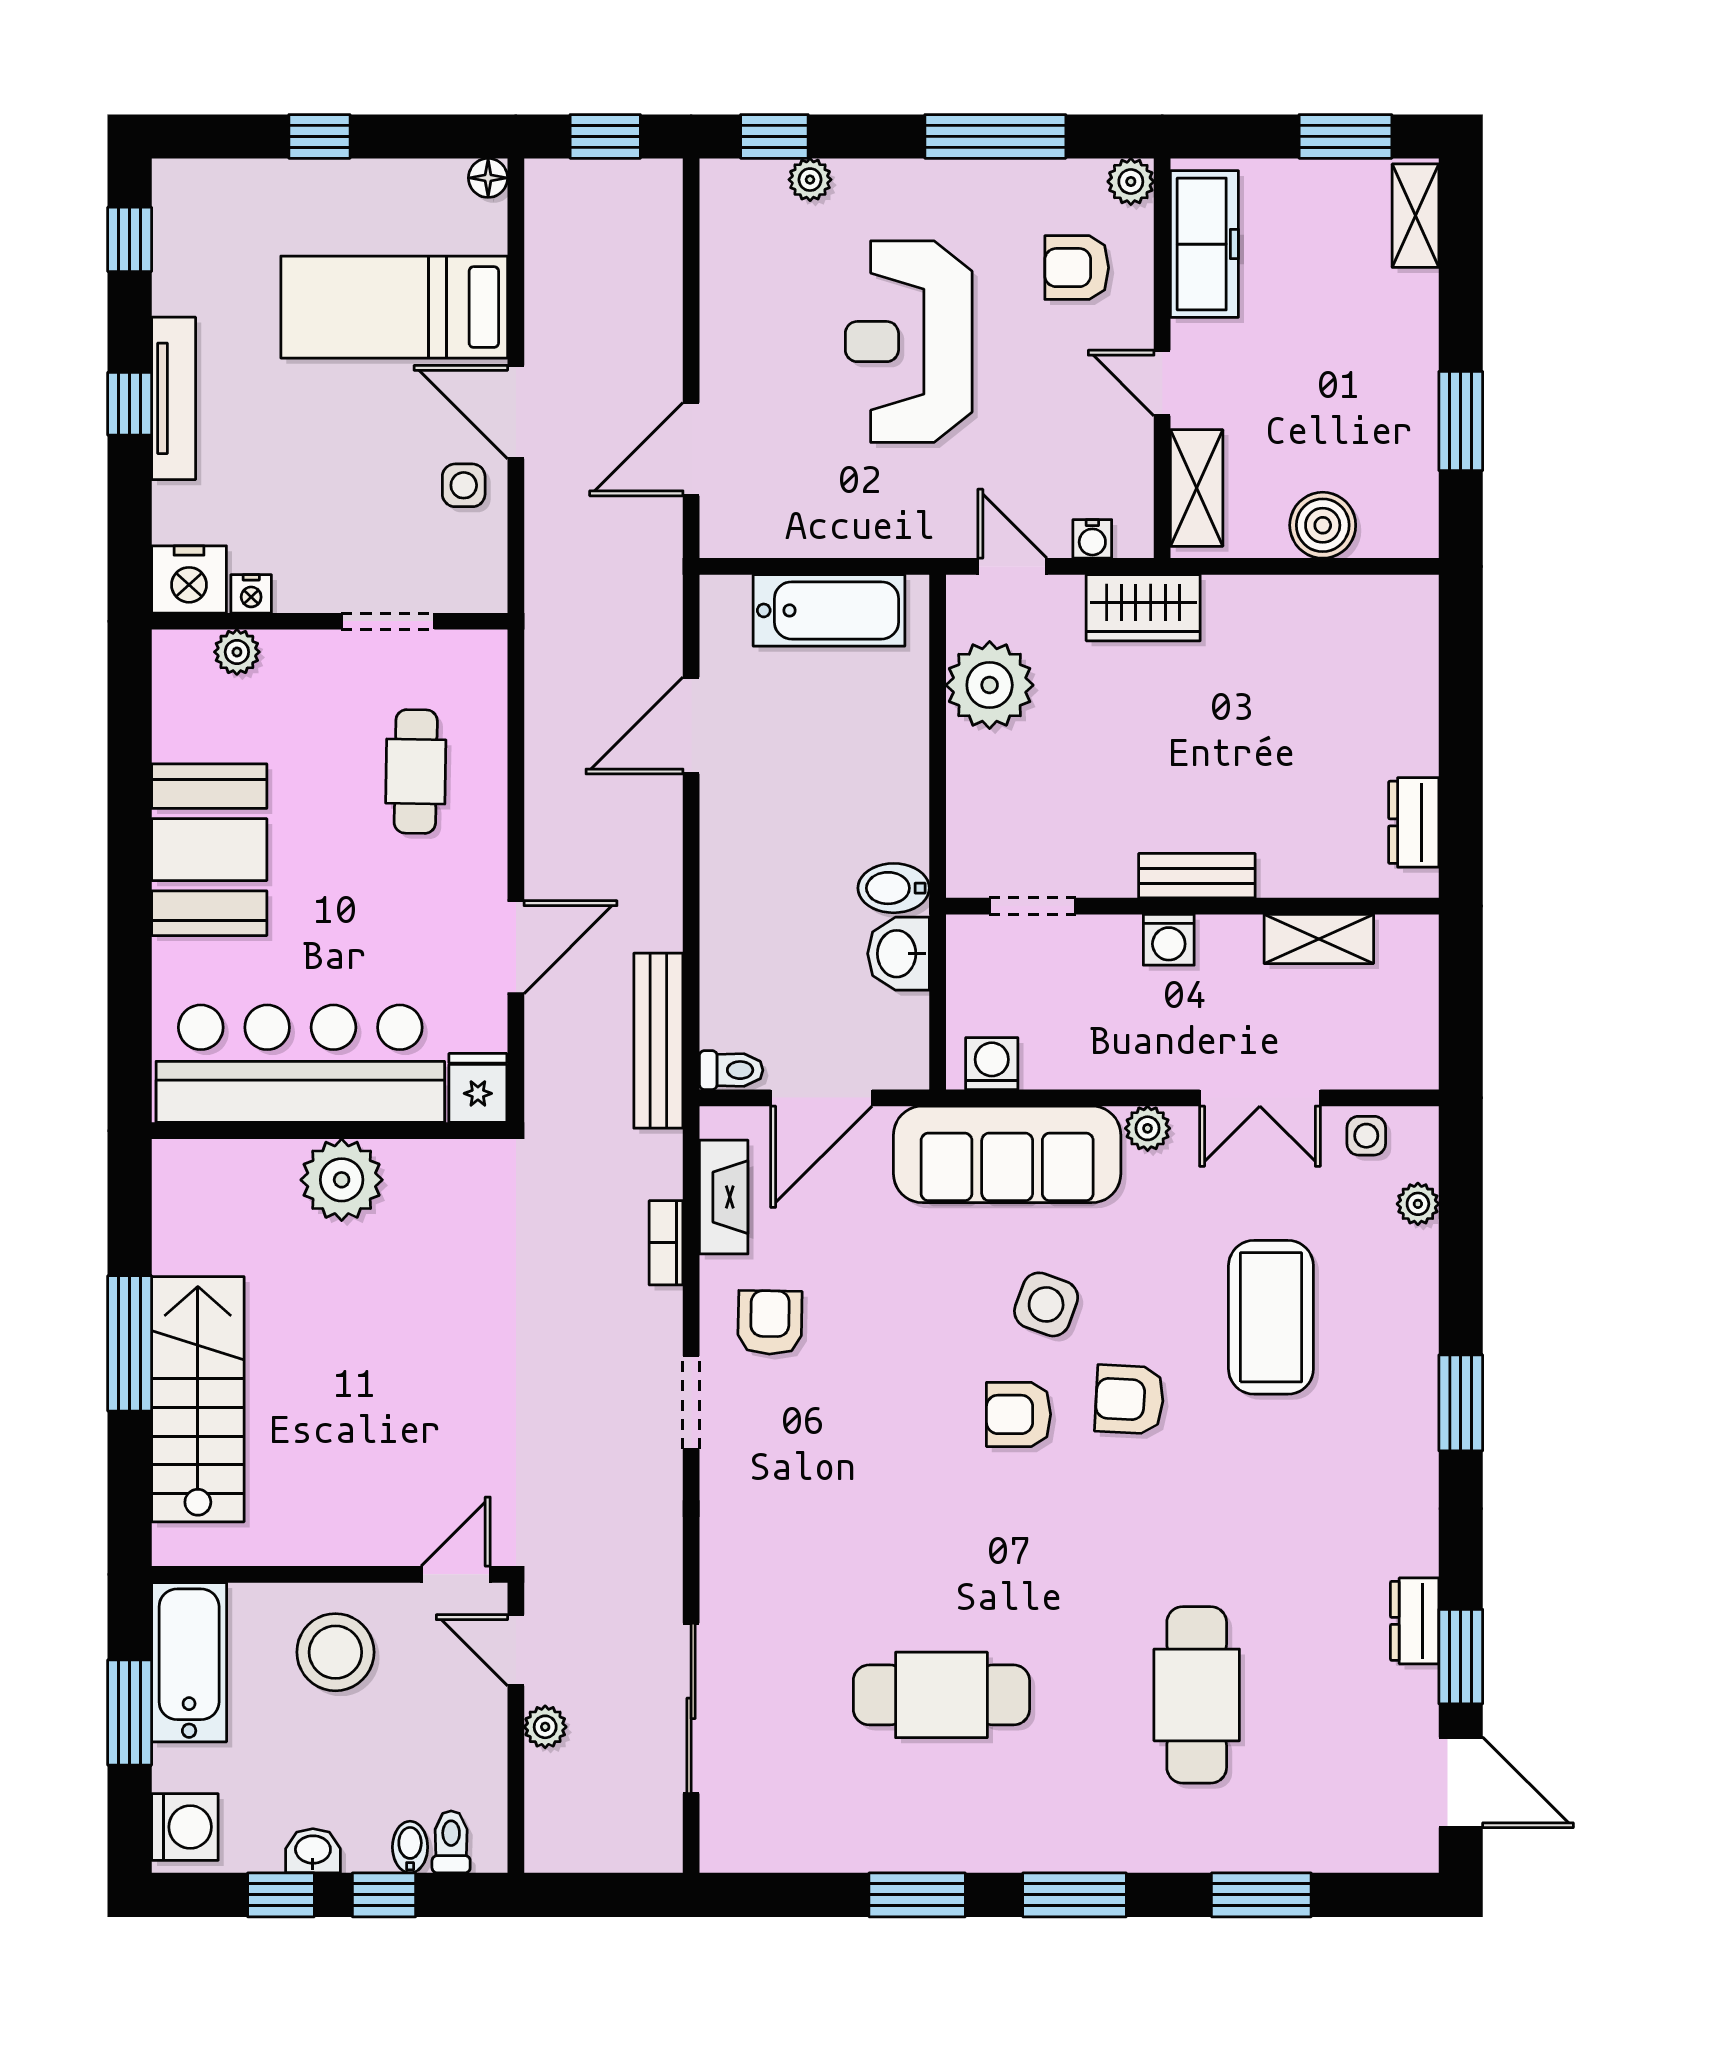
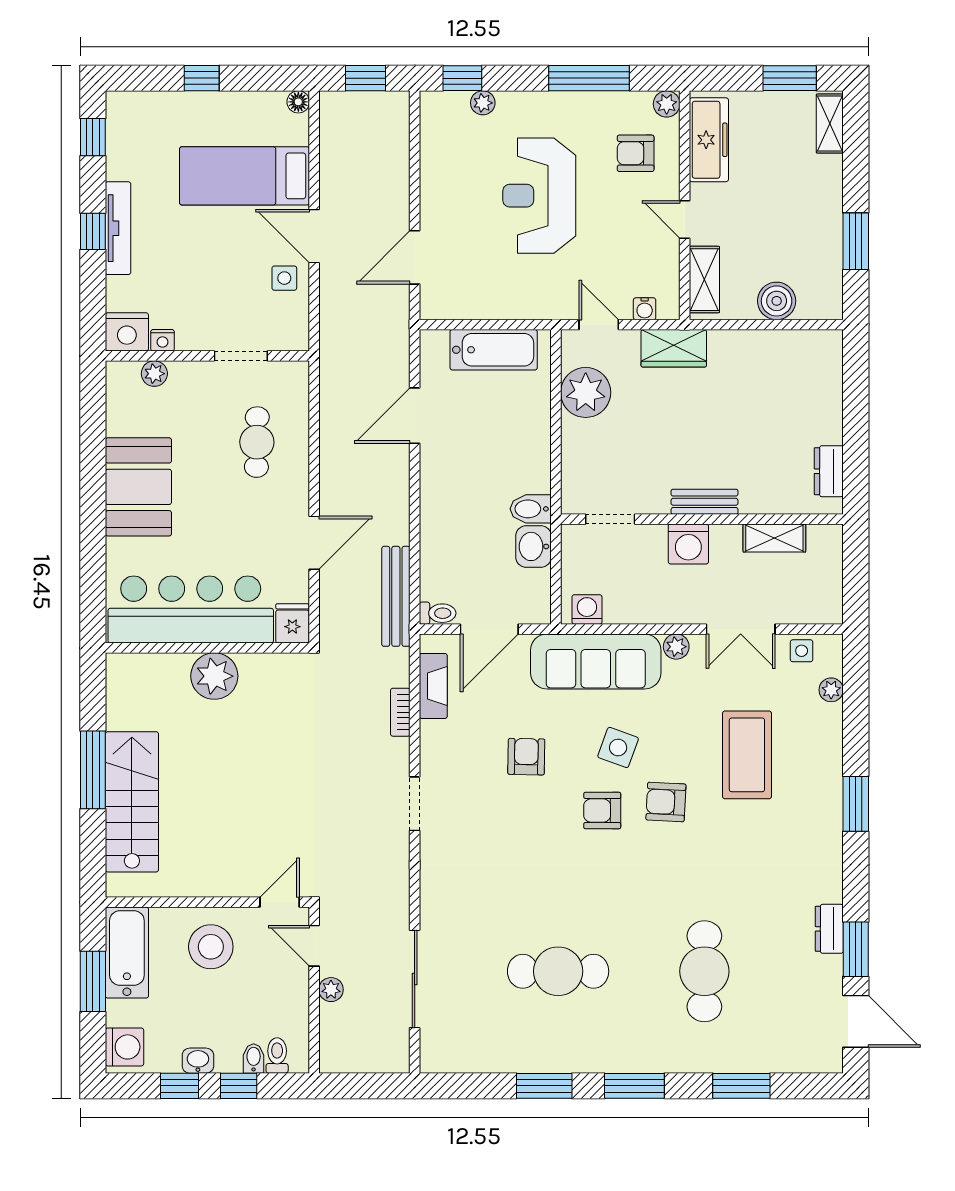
washing machine: (1169, 940) -> (688, 544), width x1.38, depth x1.38
armchair: (770, 1323) -> (526, 757), moved

